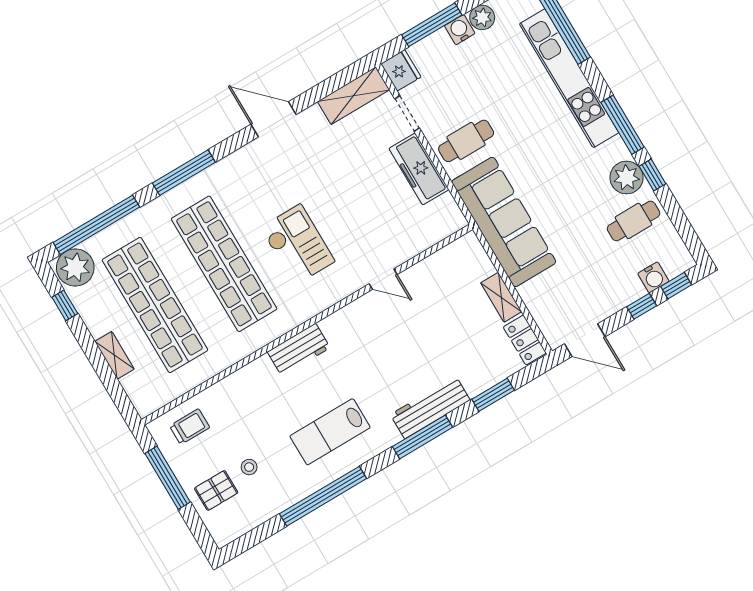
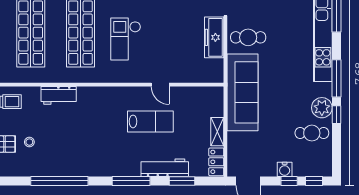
checkout: (298, 245) -> (126, 39), turned 180
water cooler: (653, 277) -> (285, 169), moved
workbench: (299, 350) -> (59, 95), moved
workbench: (430, 407) -> (165, 168), moved
lab bench: (330, 432) -> (150, 121), moved, turned 180

